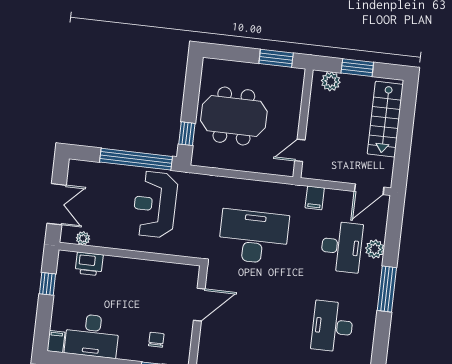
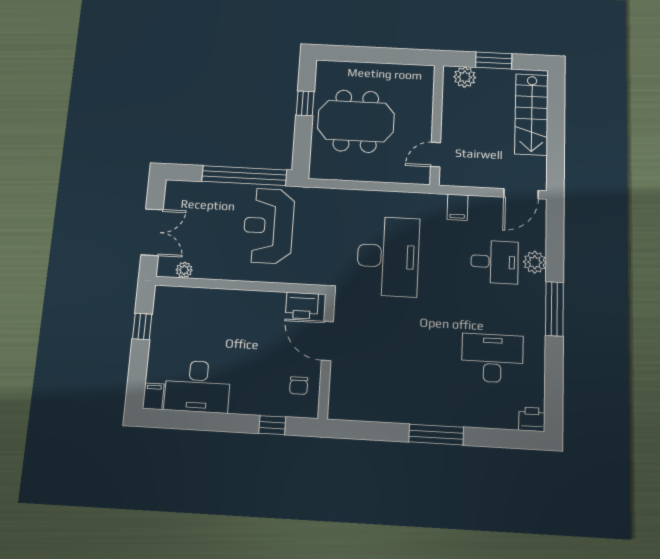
window: (276, 58) -> (400, 56), removed
window: (187, 134) -> (305, 103), moved
desk: (254, 237) -> (388, 256), turned 90
desk: (342, 247) -> (495, 262), width x0.73
printer: (89, 264) -> (302, 306), moved
door: (199, 305) -> (327, 341), swing flipped
desk: (332, 326) -> (492, 358), turned 90
chair: (156, 340) -> (299, 386), moved, turned 180

